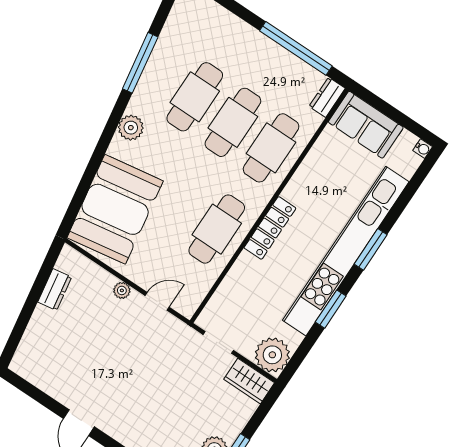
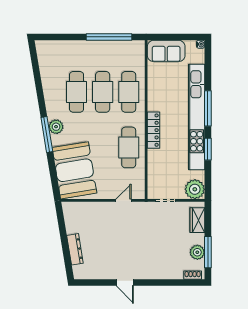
window: (140, 63) -> (47, 135), moved
dresser: (327, 97) -> (139, 50), removed
window: (371, 249) -> (208, 108), width x1.44
dresser: (55, 290) -> (75, 249), moved, width x1.44
plant: (122, 290) -> (103, 206), removed
wardrobe: (249, 381) -> (197, 220), moved, turned 90

